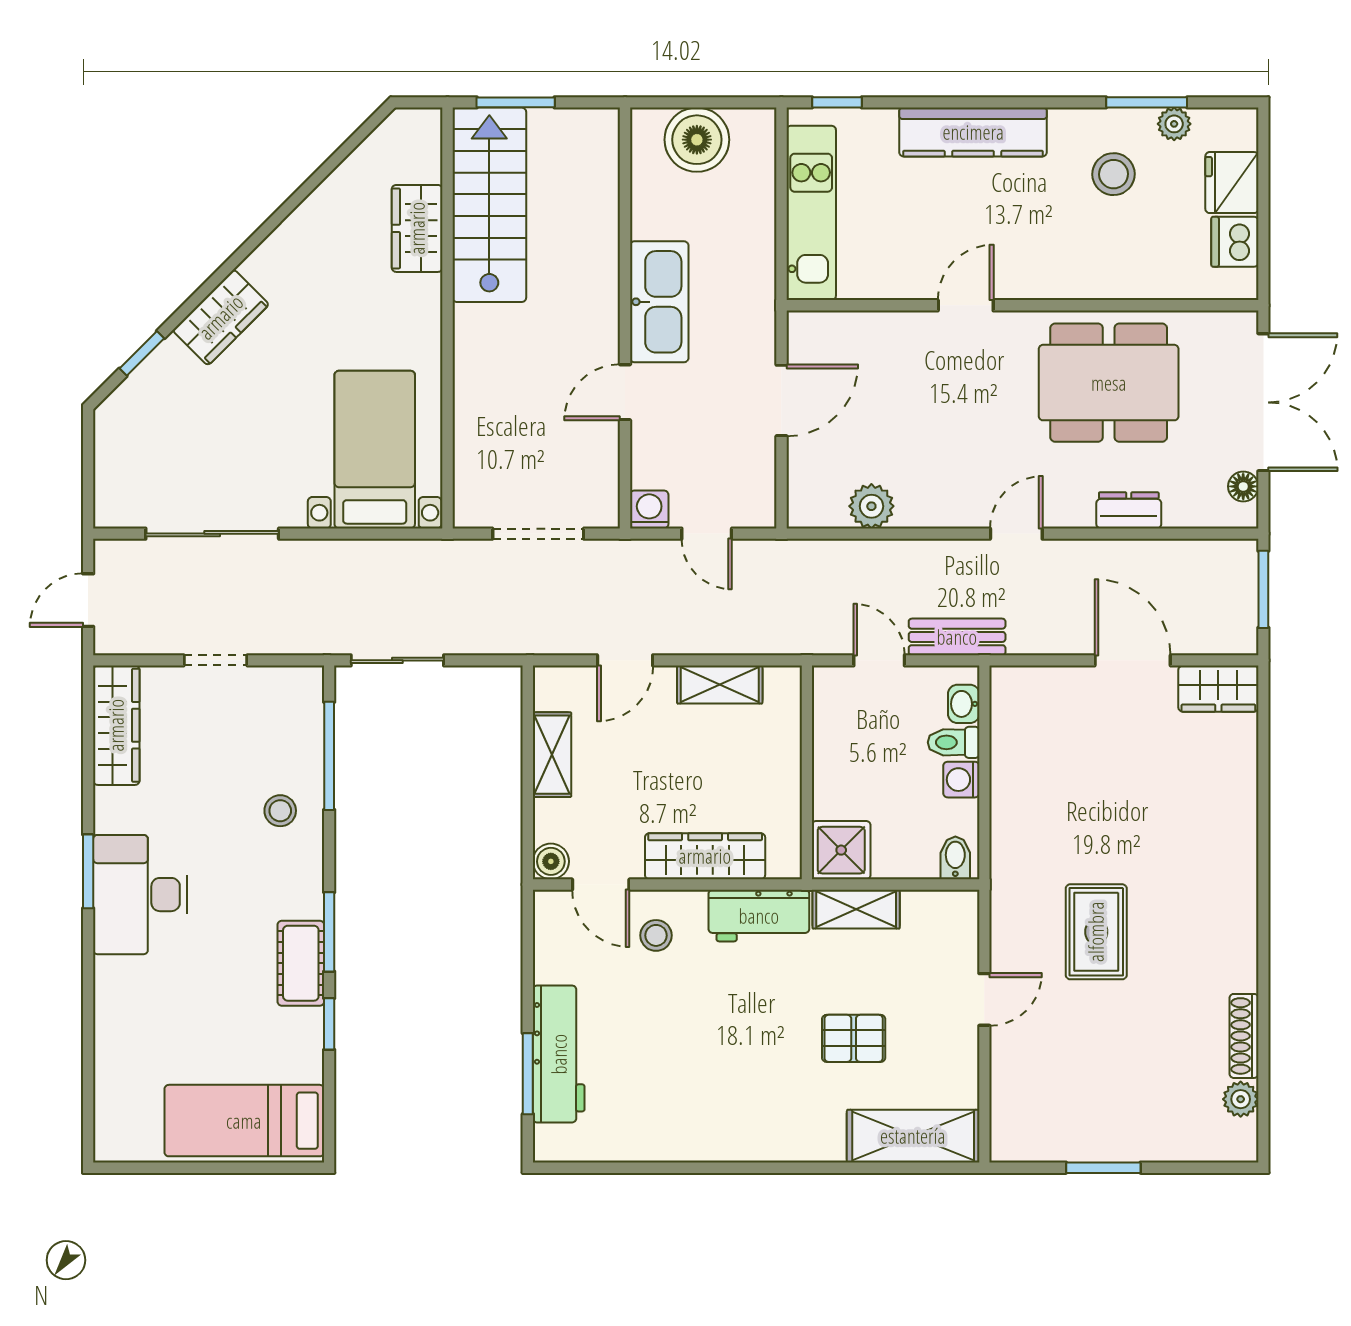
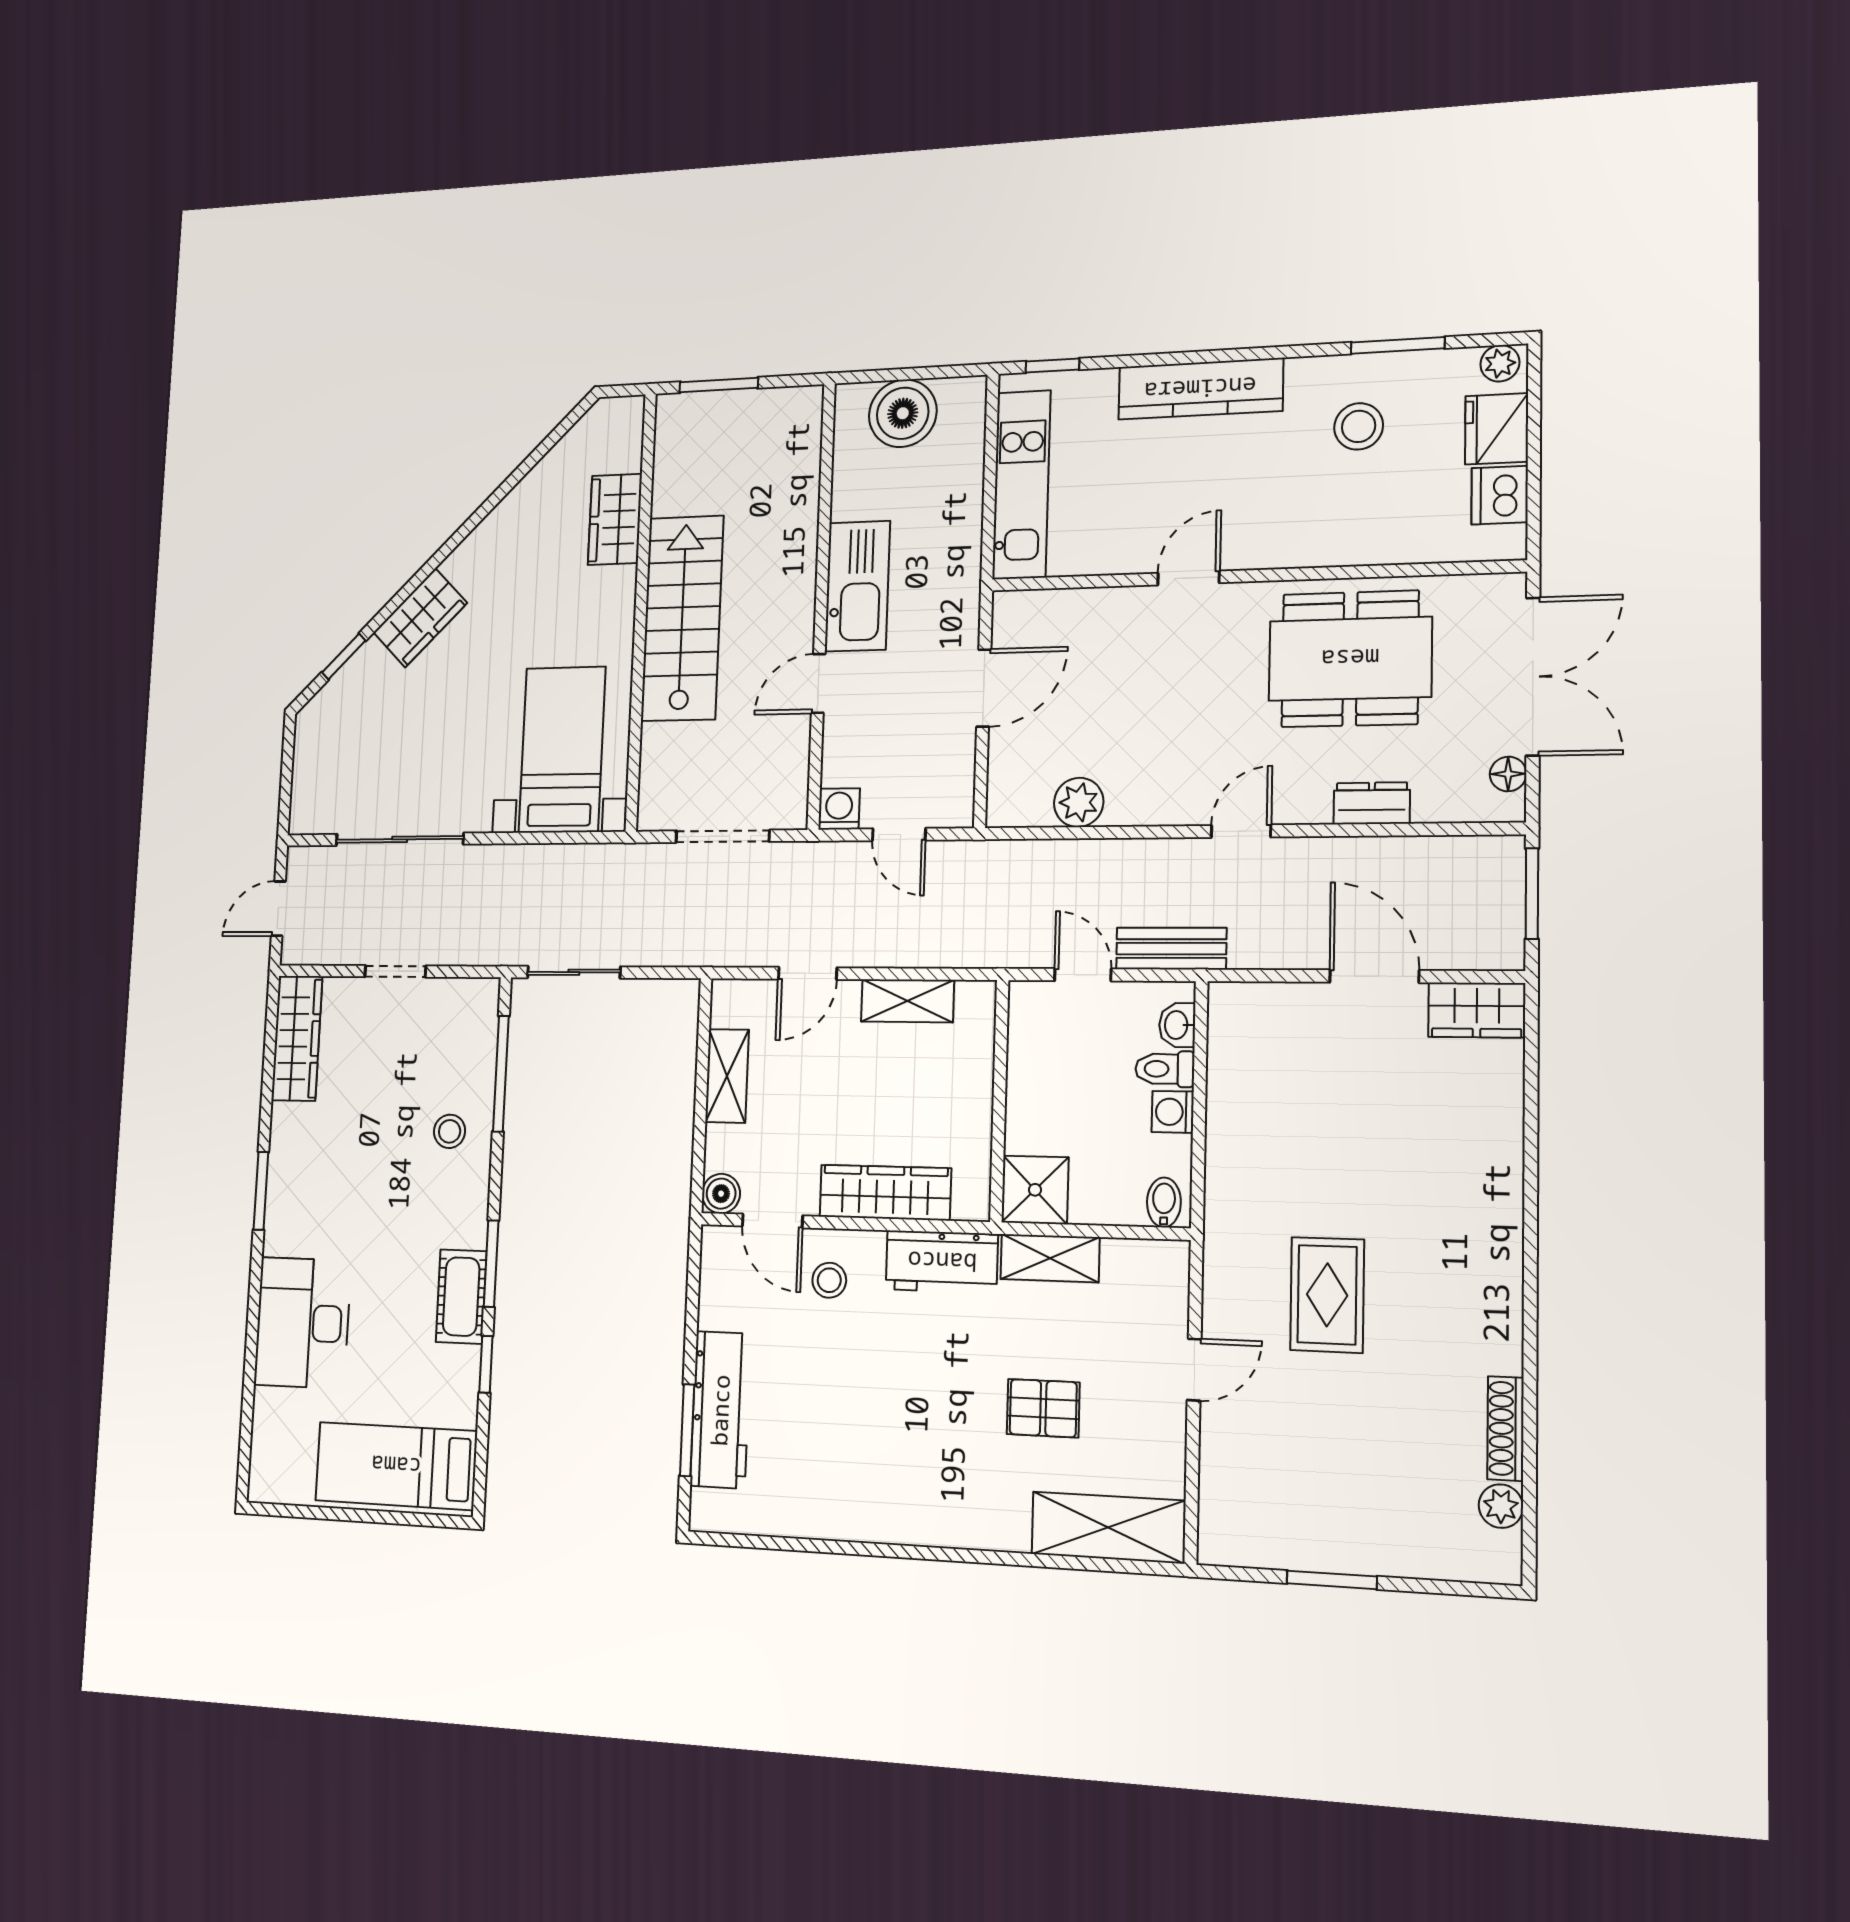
plant: (1174, 124) -> (1500, 363), moved
stairs: (489, 205) -> (682, 618), moved
desk: (140, 895) -> (303, 1323), moved

